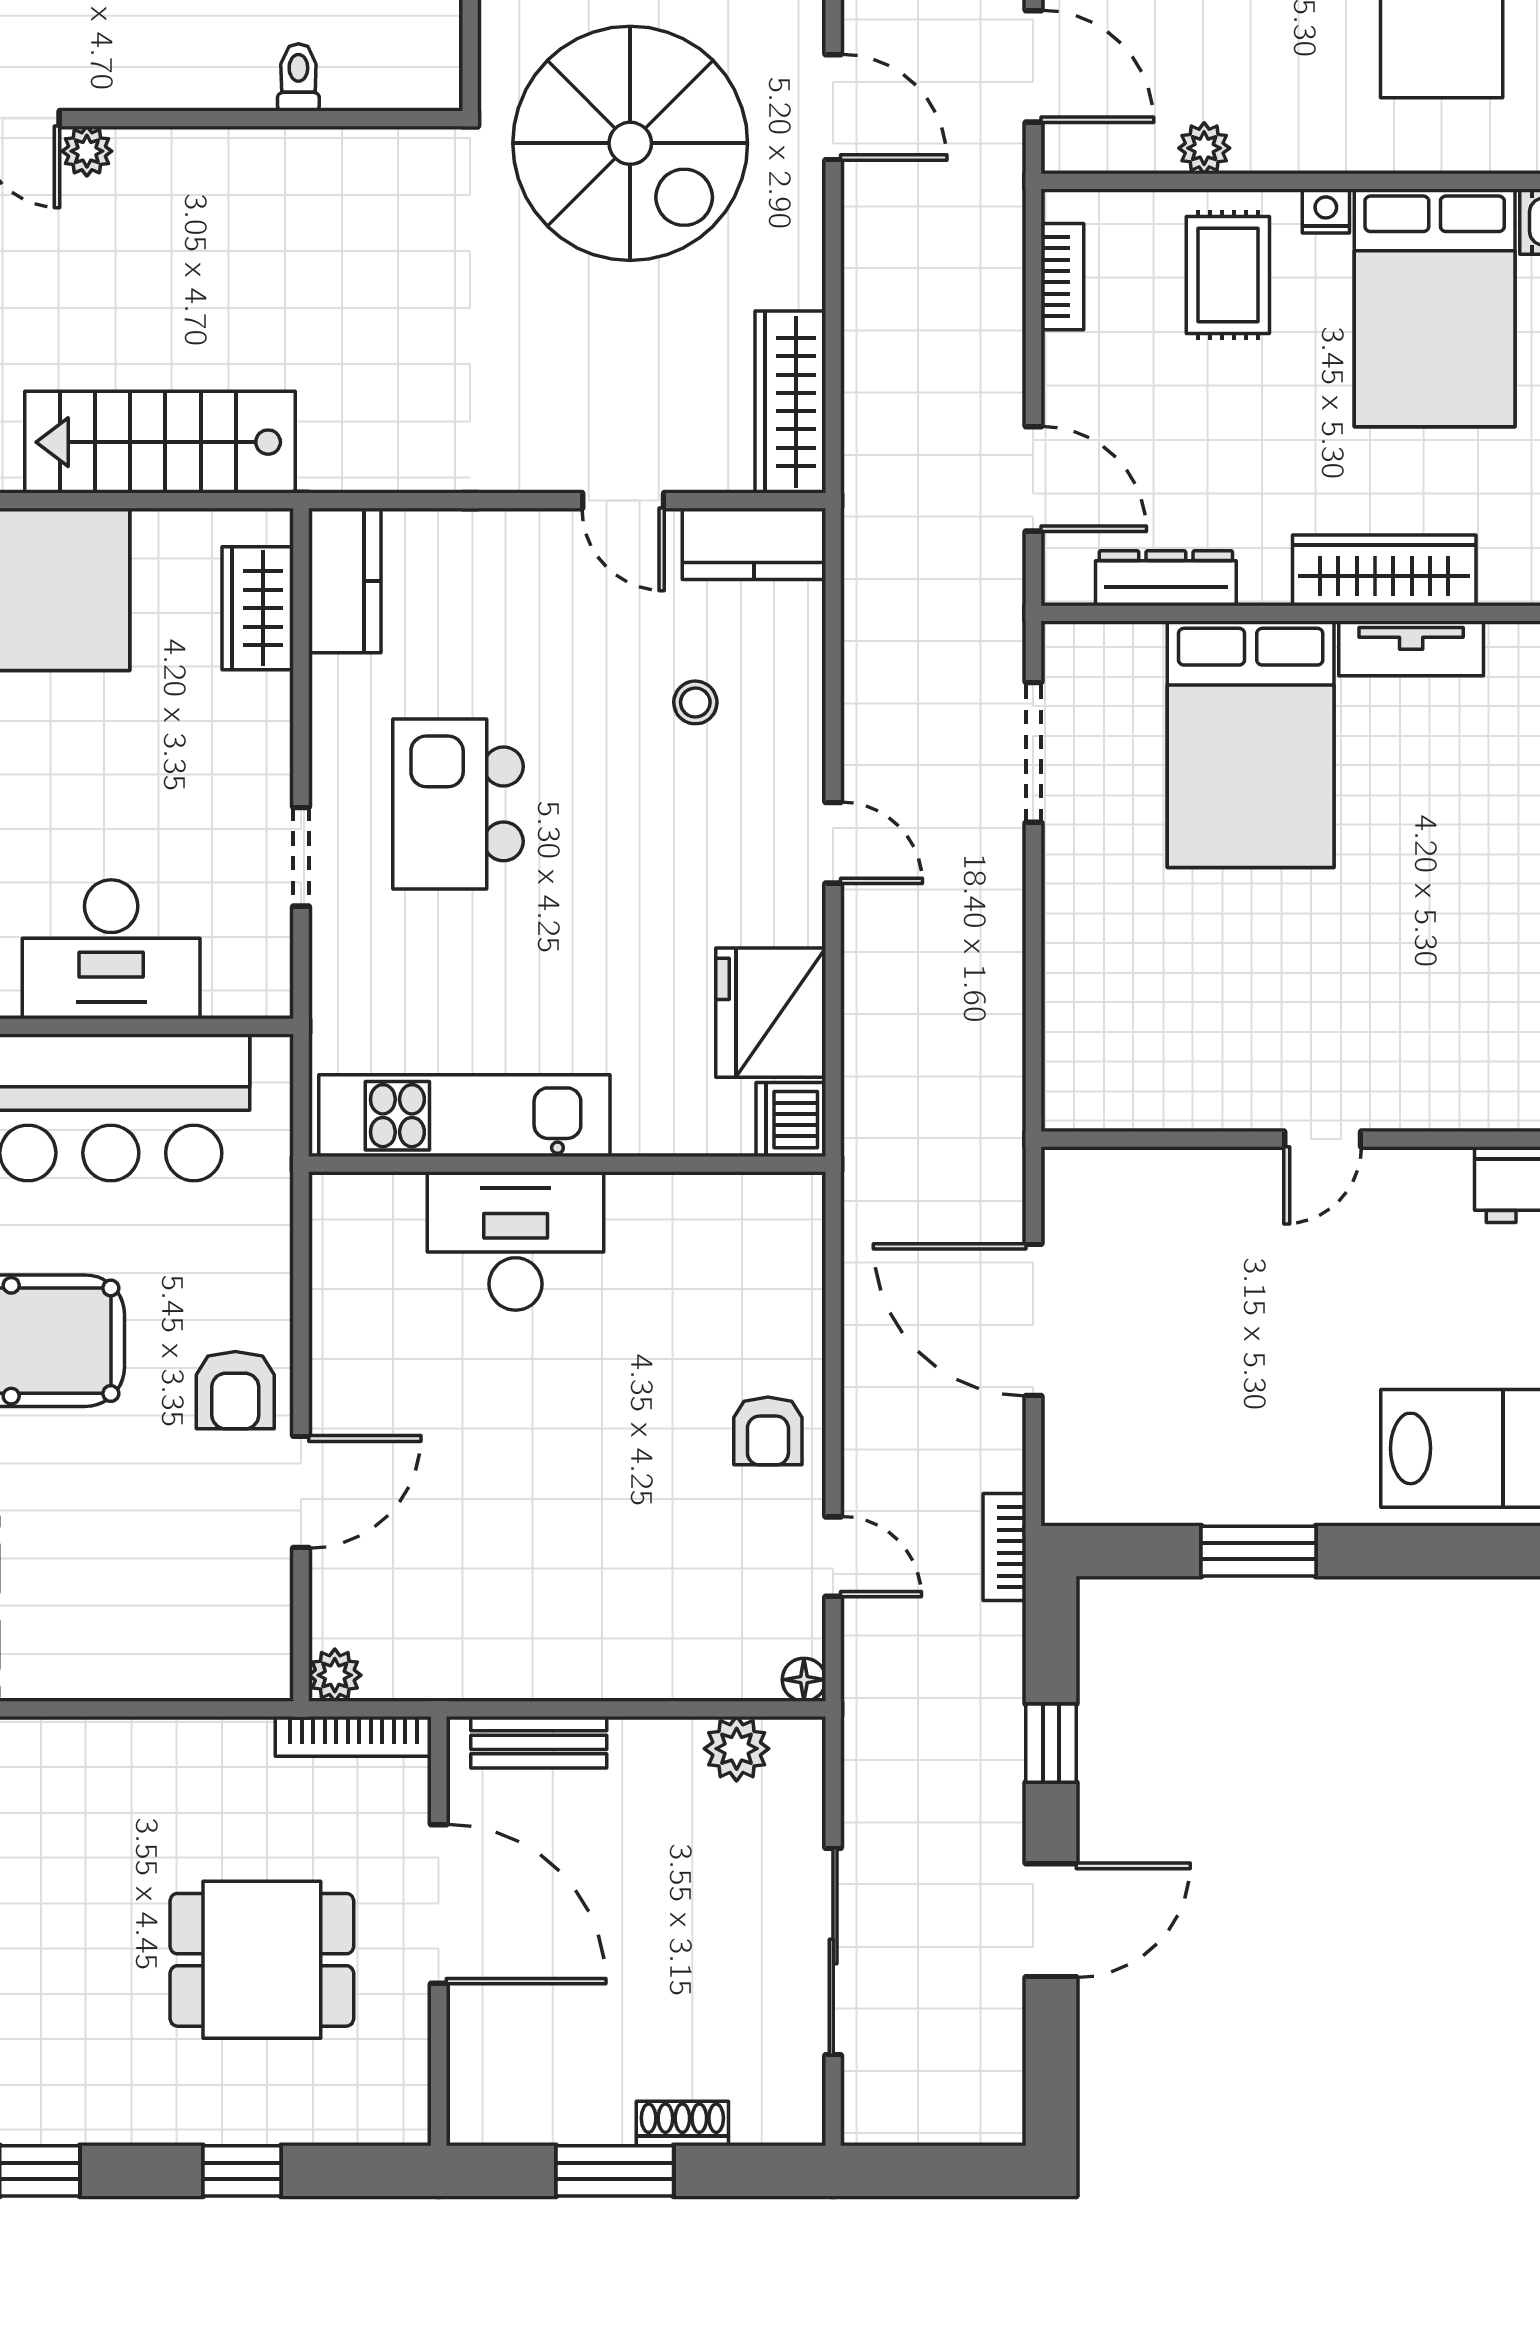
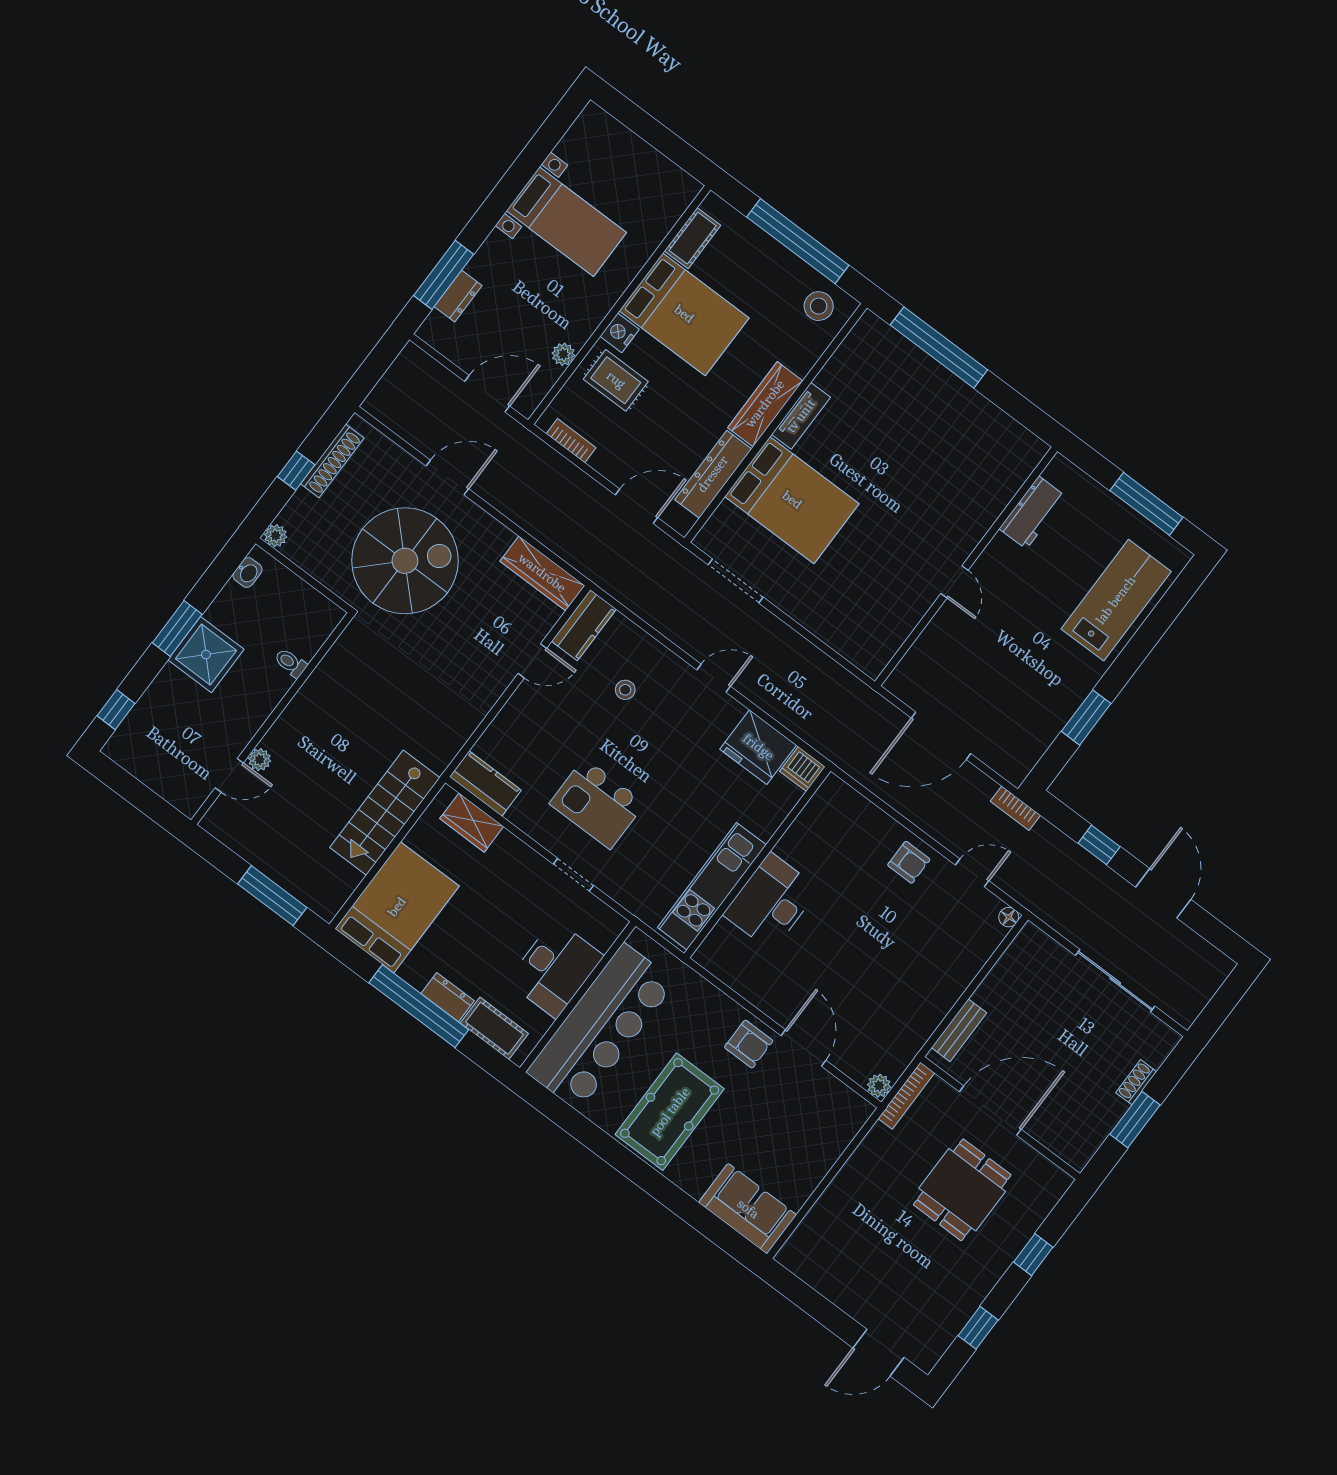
nightstand: (1326, 211) -> (620, 333), width x1.39, depth x1.35
dresser: (1166, 578) -> (713, 474), width x1.37, depth x1.24
plant: (737, 1749) -> (1015, 960), removed

